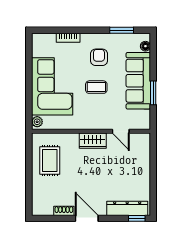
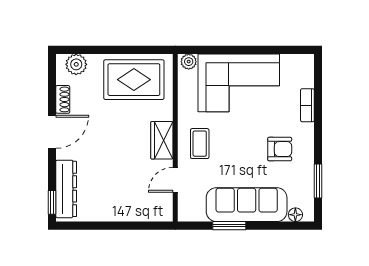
coffee table: (96, 87) -> (200, 144), moved
rug: (50, 160) -> (134, 80), width x1.36, depth x1.43
plant: (39, 201) -> (76, 64), added

